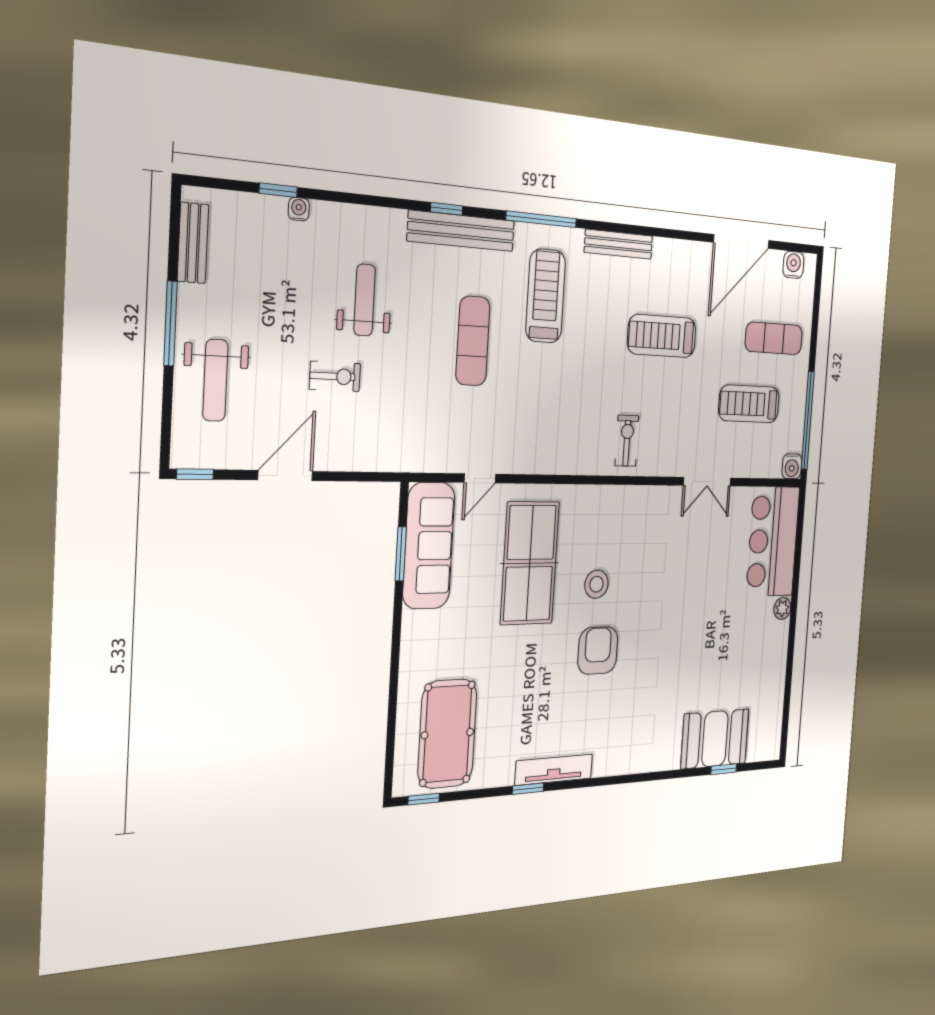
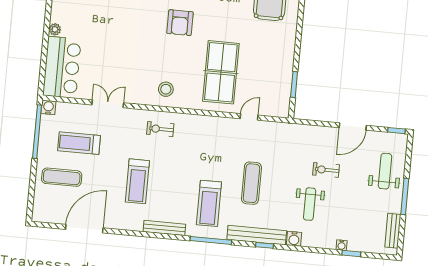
water cooler: (793, 265) -> (294, 239), moved
treadmill: (662, 336) -> (137, 181), turned 90
treadmill: (749, 404) -> (79, 143), turned 180
exercise bike: (627, 441) -> (160, 129), turned 90
sofa: (429, 546) -> (279, 87), removed
stool: (596, 584) -> (166, 89), moved

